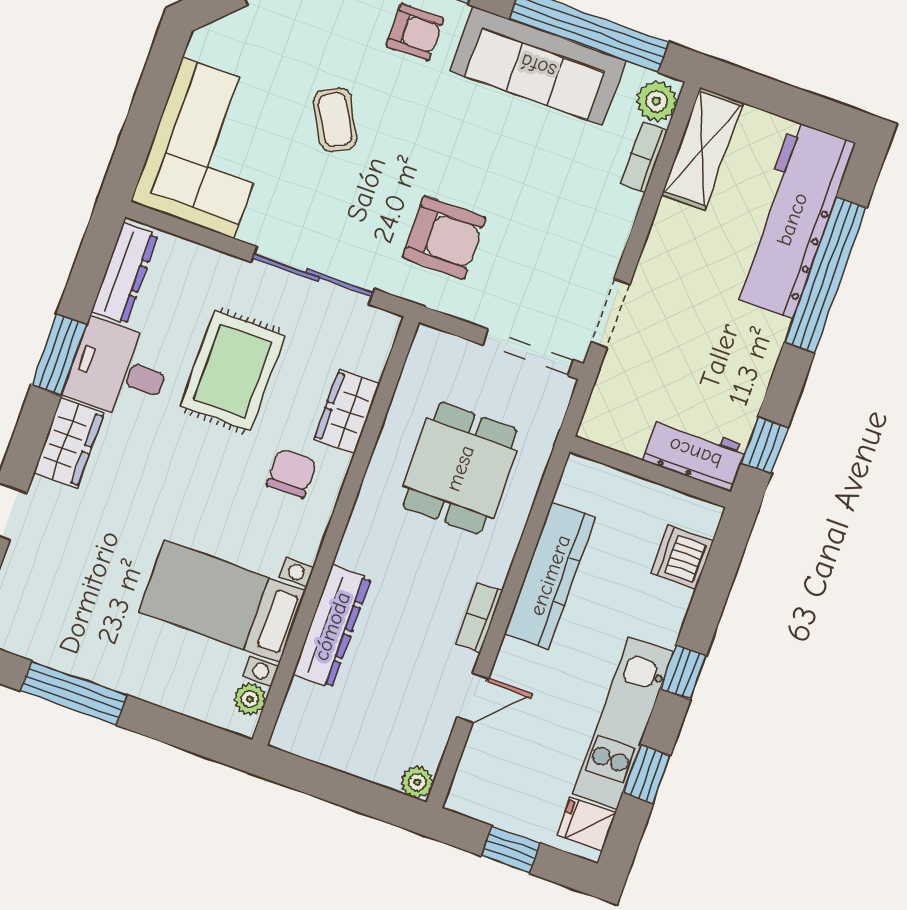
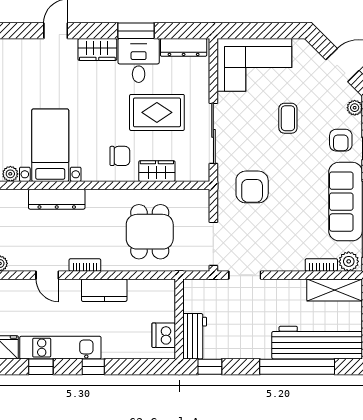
coffee table: (335, 120) -> (288, 118), turned -61
dining table: (460, 468) -> (150, 232), turned 90
dishwasher: (682, 557) -> (164, 335), moved, turned -90
kitchen counter: (550, 575) -> (104, 290), width x0.67

